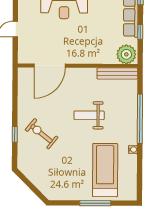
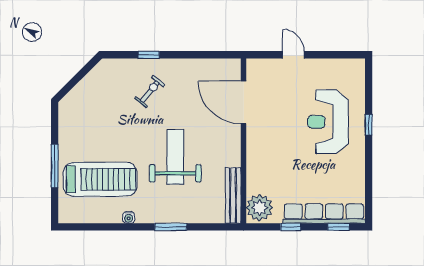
weight bench: (89, 115) -> (175, 157), width x1.36, depth x1.33
window: (140, 119) -> (171, 227), width x0.47
exercise bike: (42, 134) -> (150, 92), width x0.73, depth x0.72

